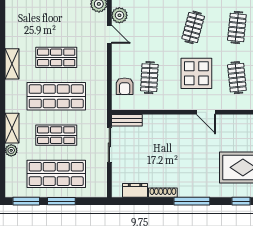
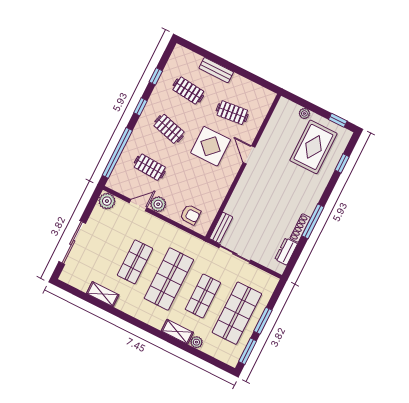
plant: (119, 15) -> (158, 204), moved
shelving: (12, 64) -> (103, 294), moved
clothes rail: (149, 78) -> (150, 167), moved
door: (206, 112) -> (249, 155), swing flipped
window: (192, 201) -> (313, 221), moved

